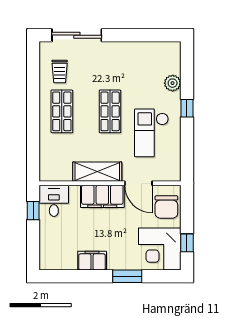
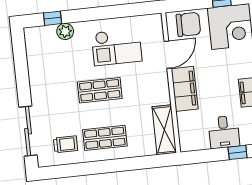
window: (187, 108) -> (53, 18), moved
shelving: (97, 172) -> (164, 130), moved
desk: (54, 201) -> (224, 132), moved, turned -90
window: (33, 211) -> (238, 152), moved

